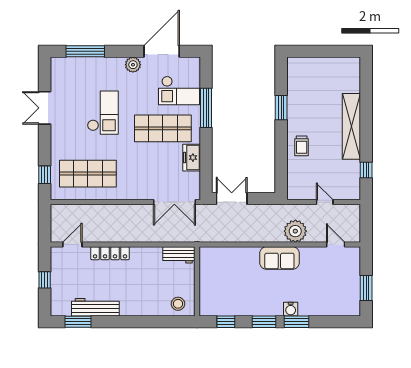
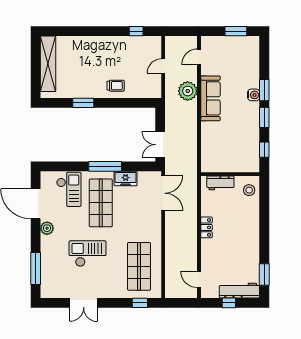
window: (206, 108) -> (105, 166), moved
shelving: (351, 126) -> (48, 64), moved, turned 90
locker: (110, 253) -> (206, 227), moved, width x0.66
workbench: (179, 255) -> (220, 183), moved, turned 90
sofa: (279, 258) -> (210, 98), width x1.36
workbench: (95, 307) -> (239, 291), moved, turned 90

